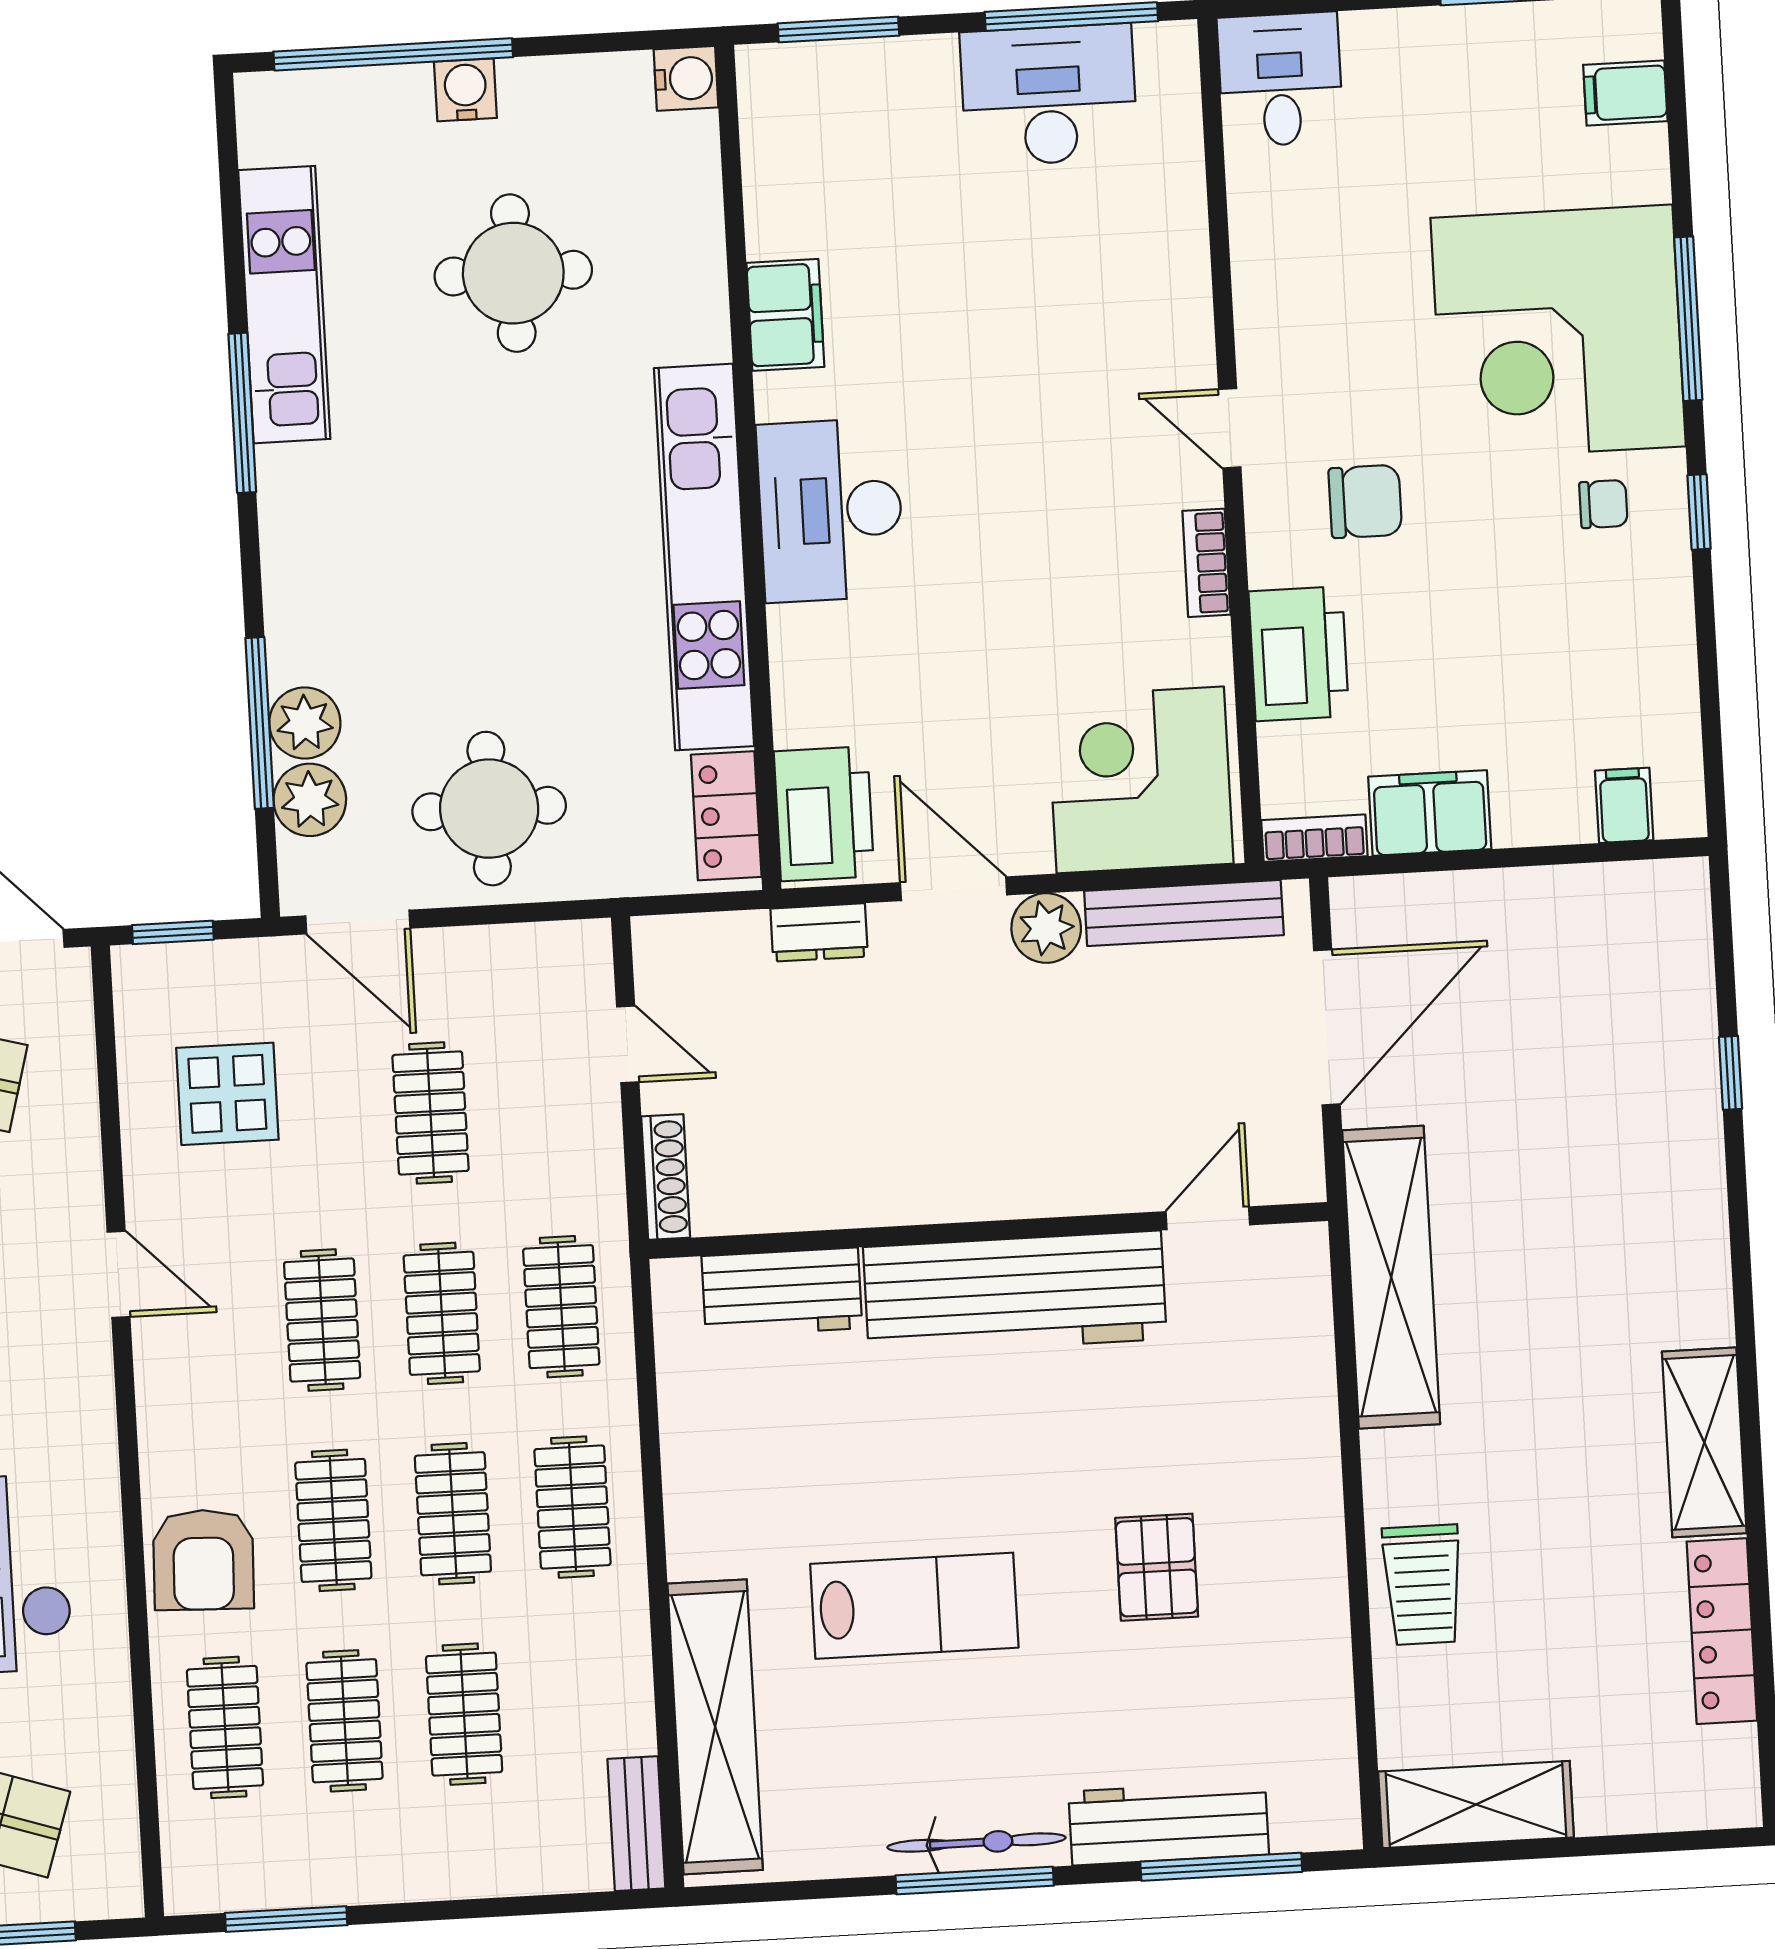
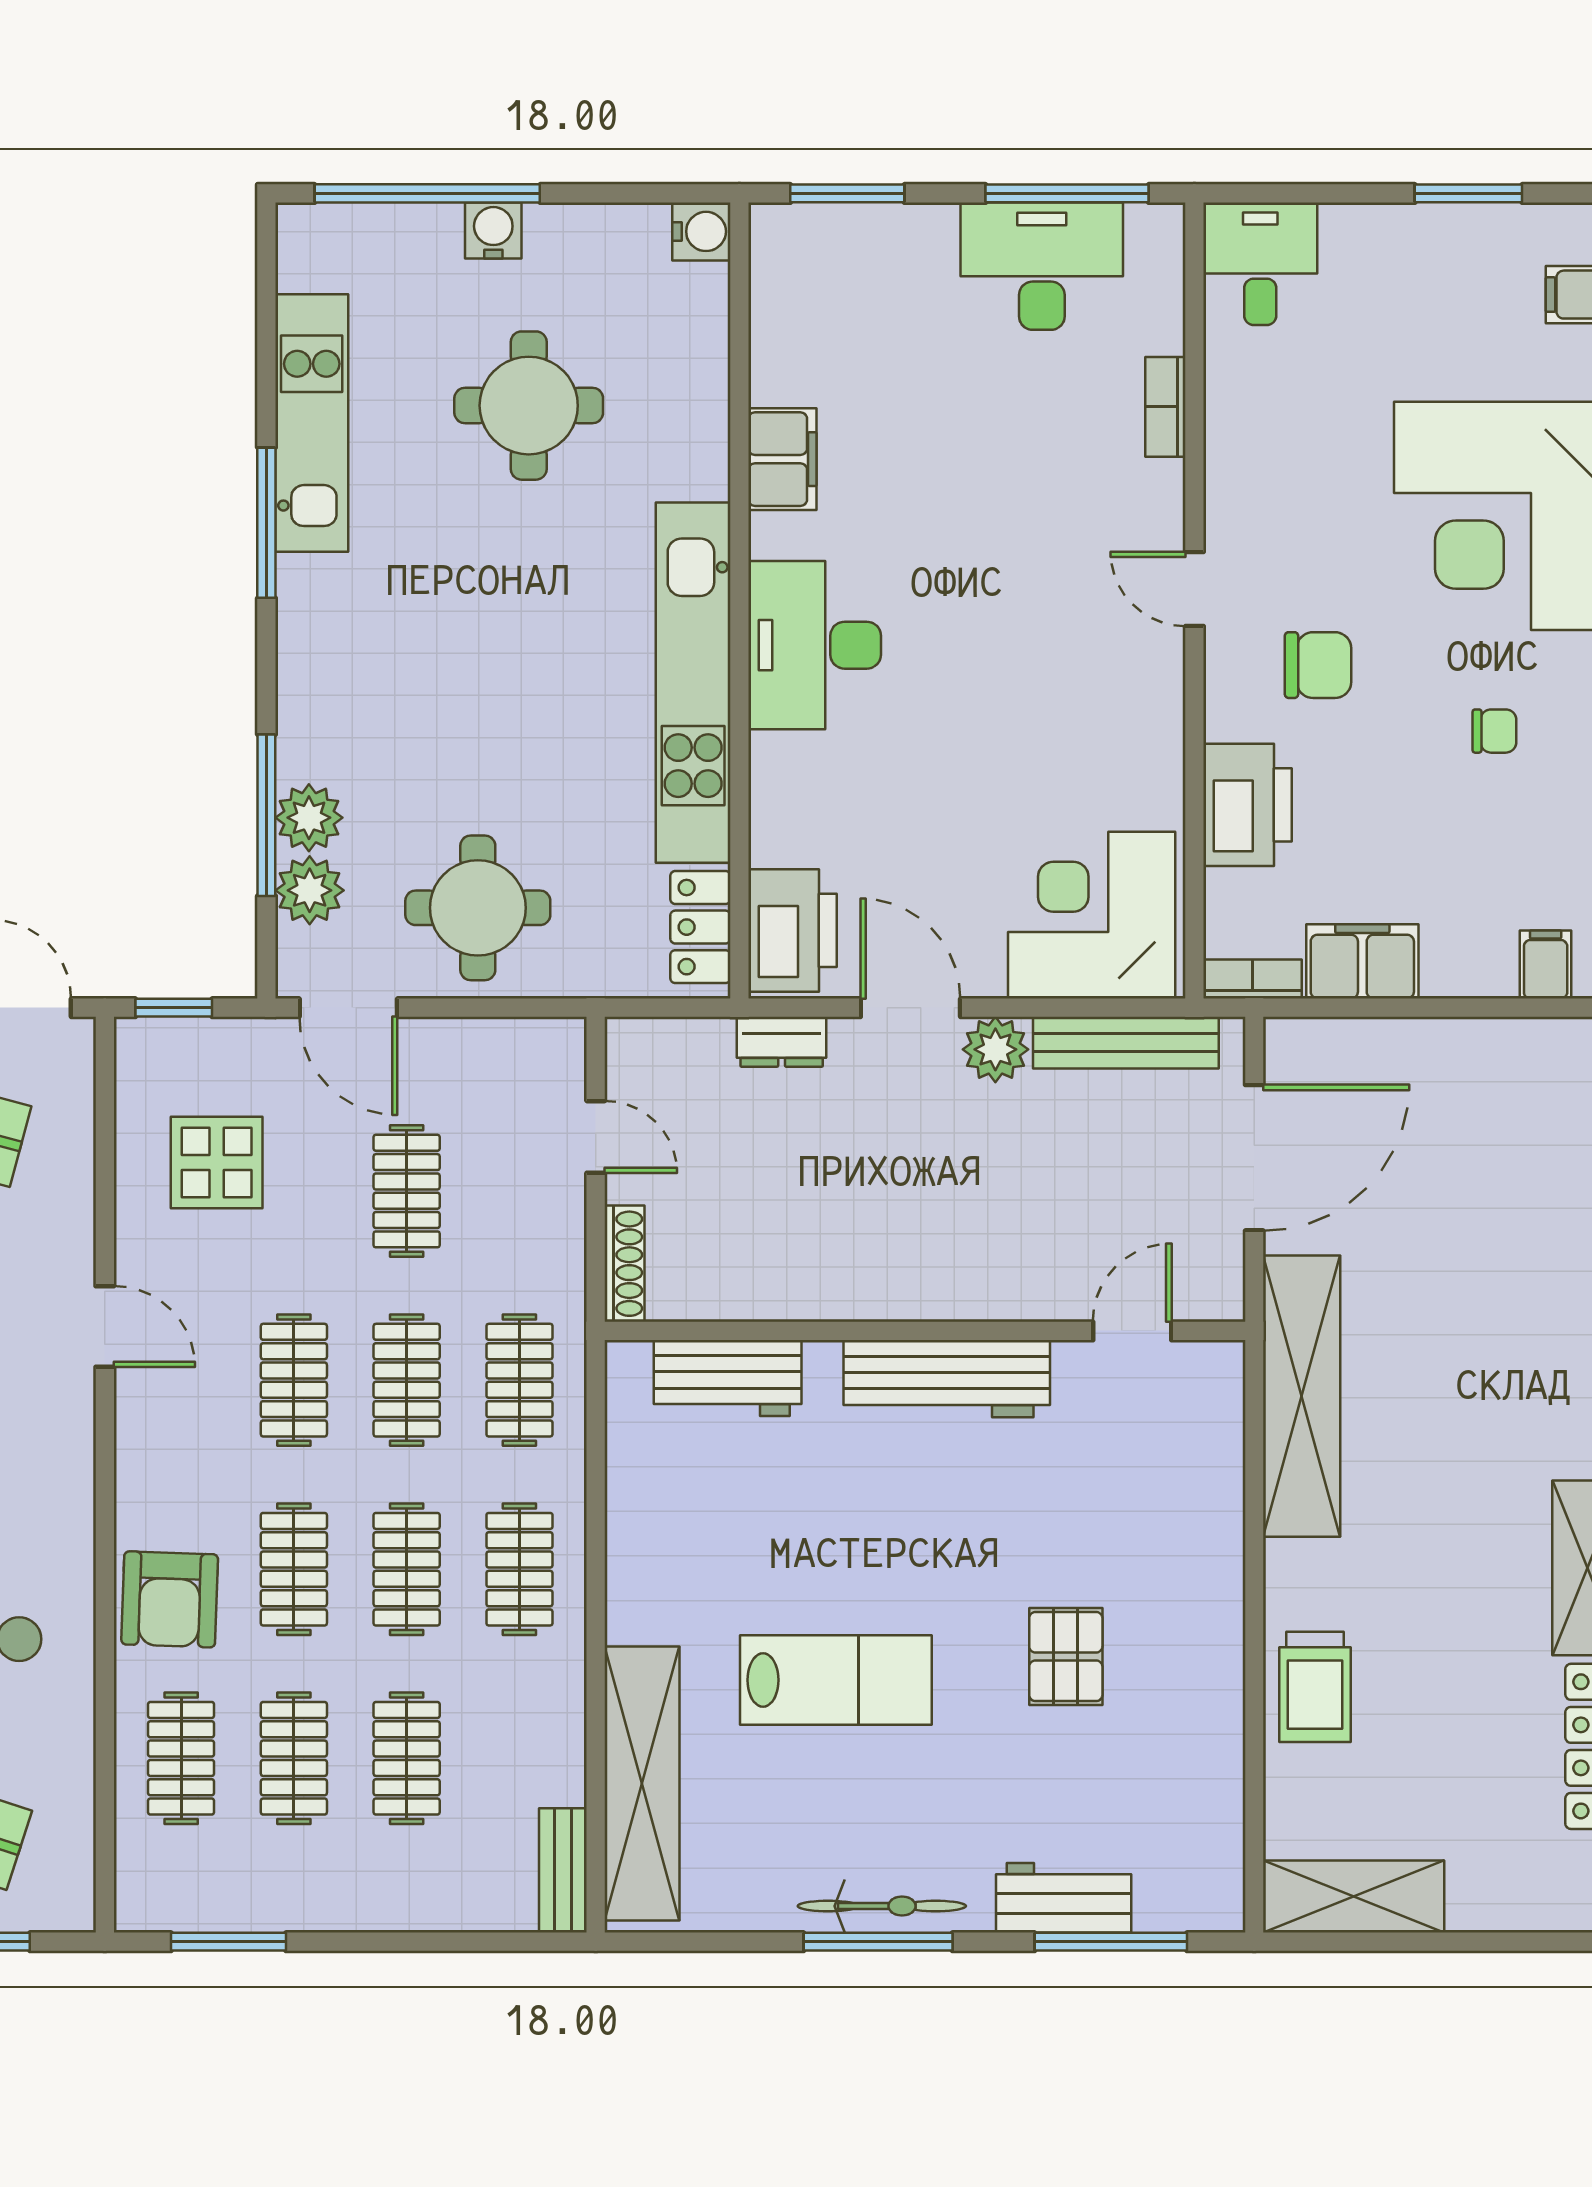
chair: (1603, 504) -> (1494, 731), moved
bookcase: (1206, 563) -> (1165, 407), moved
workbench: (1015, 1293) -> (947, 1379), width x0.73, depth x0.76
workbench: (1169, 1823) -> (1064, 1898), width x0.73

